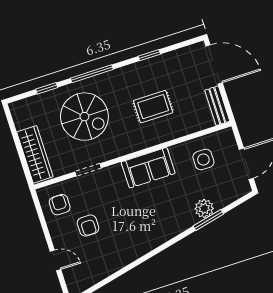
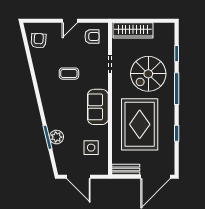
rug: (153, 107) -> (140, 124), width x1.86, depth x2.06
coffee table: (117, 219) -> (69, 74), added
armchair: (88, 226) -> (39, 41), moved, turned 94
door: (55, 260) -> (70, 21), moved

